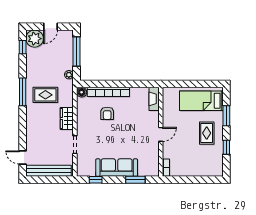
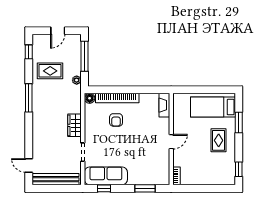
plant: (35, 39) -> (41, 43), removed
rug: (45, 95) -> (50, 71), moved
window: (226, 147) -> (239, 169), moved
sofa: (117, 168) -> (106, 176), moved

